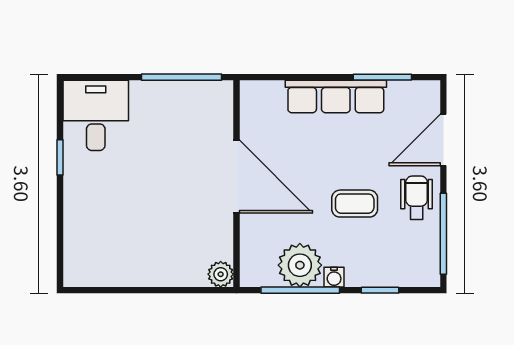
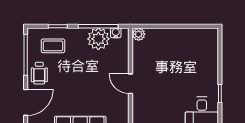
door: (236, 177) -> (131, 84), width x0.53
coffee table: (355, 204) -> (53, 46), moved
water cooler: (334, 277) -> (116, 33), moved

